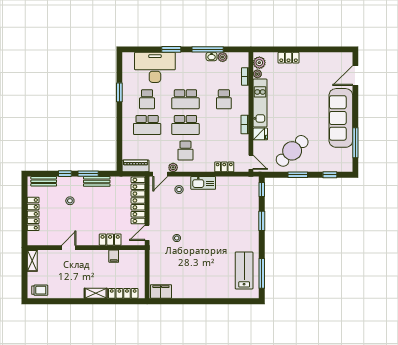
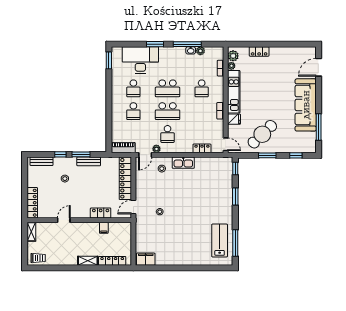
window: (119, 92) -> (109, 60), moved
school desk: (147, 125) -> (133, 111), width x0.54
locker: (33, 214) -> (32, 203), moved

